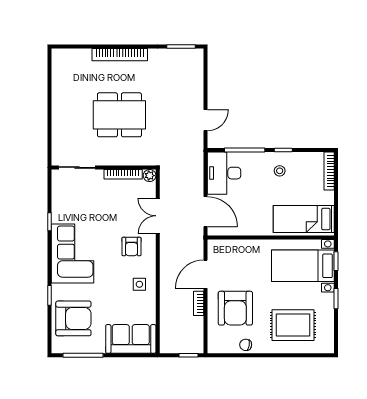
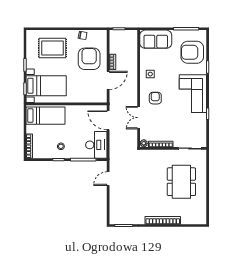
dining table: (119, 115) -> (181, 182), moved, turned 90
double door: (158, 216) -> (139, 118), swing flipped

